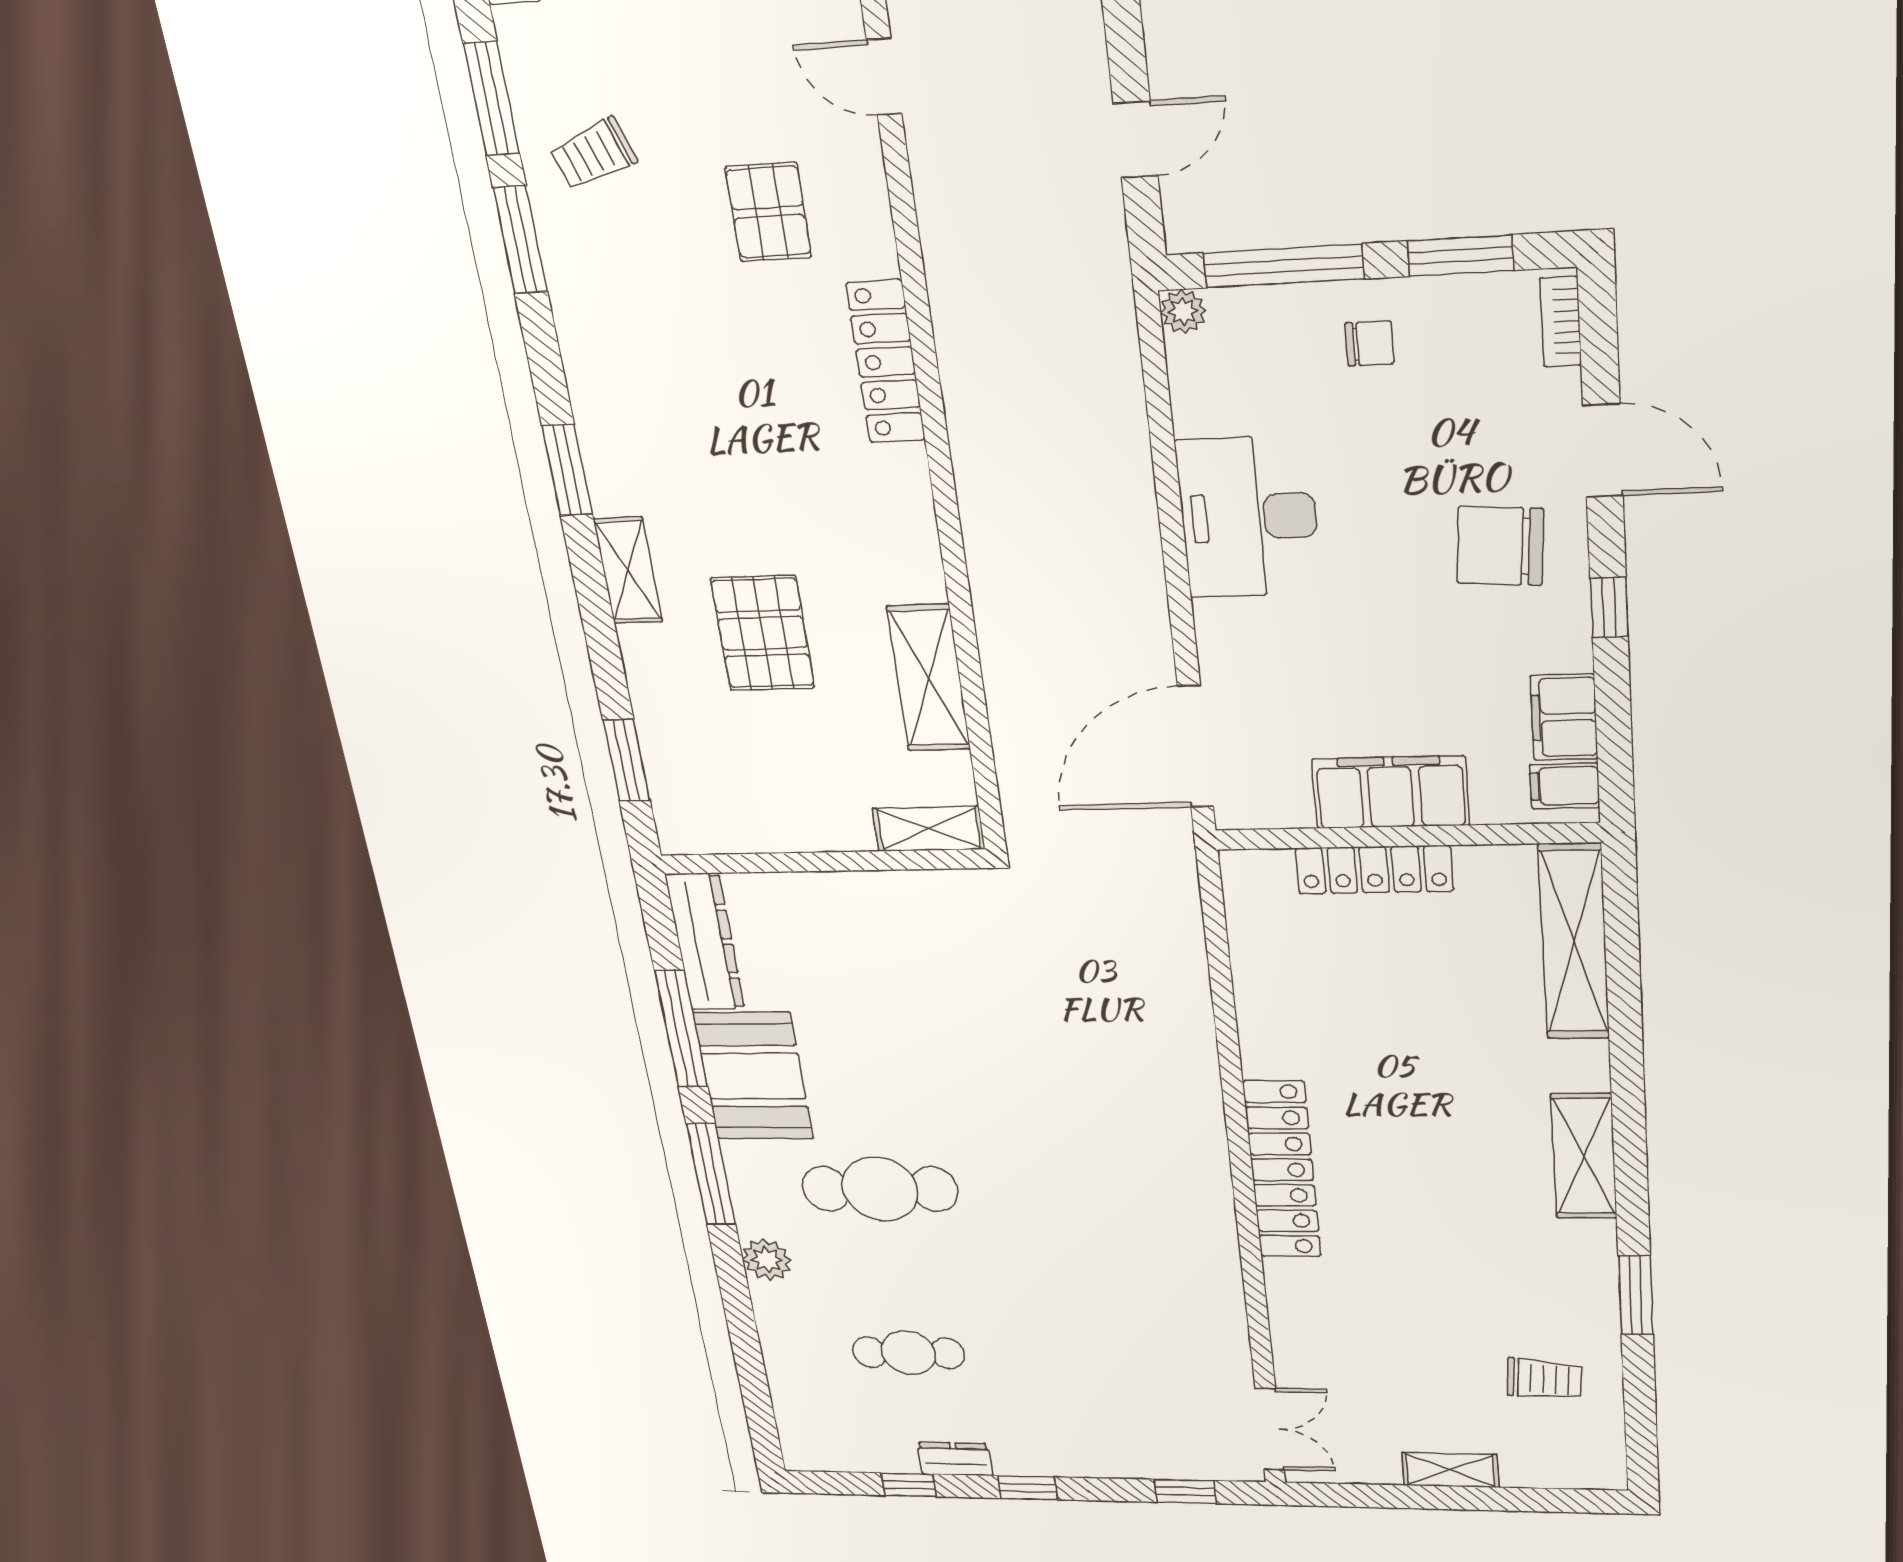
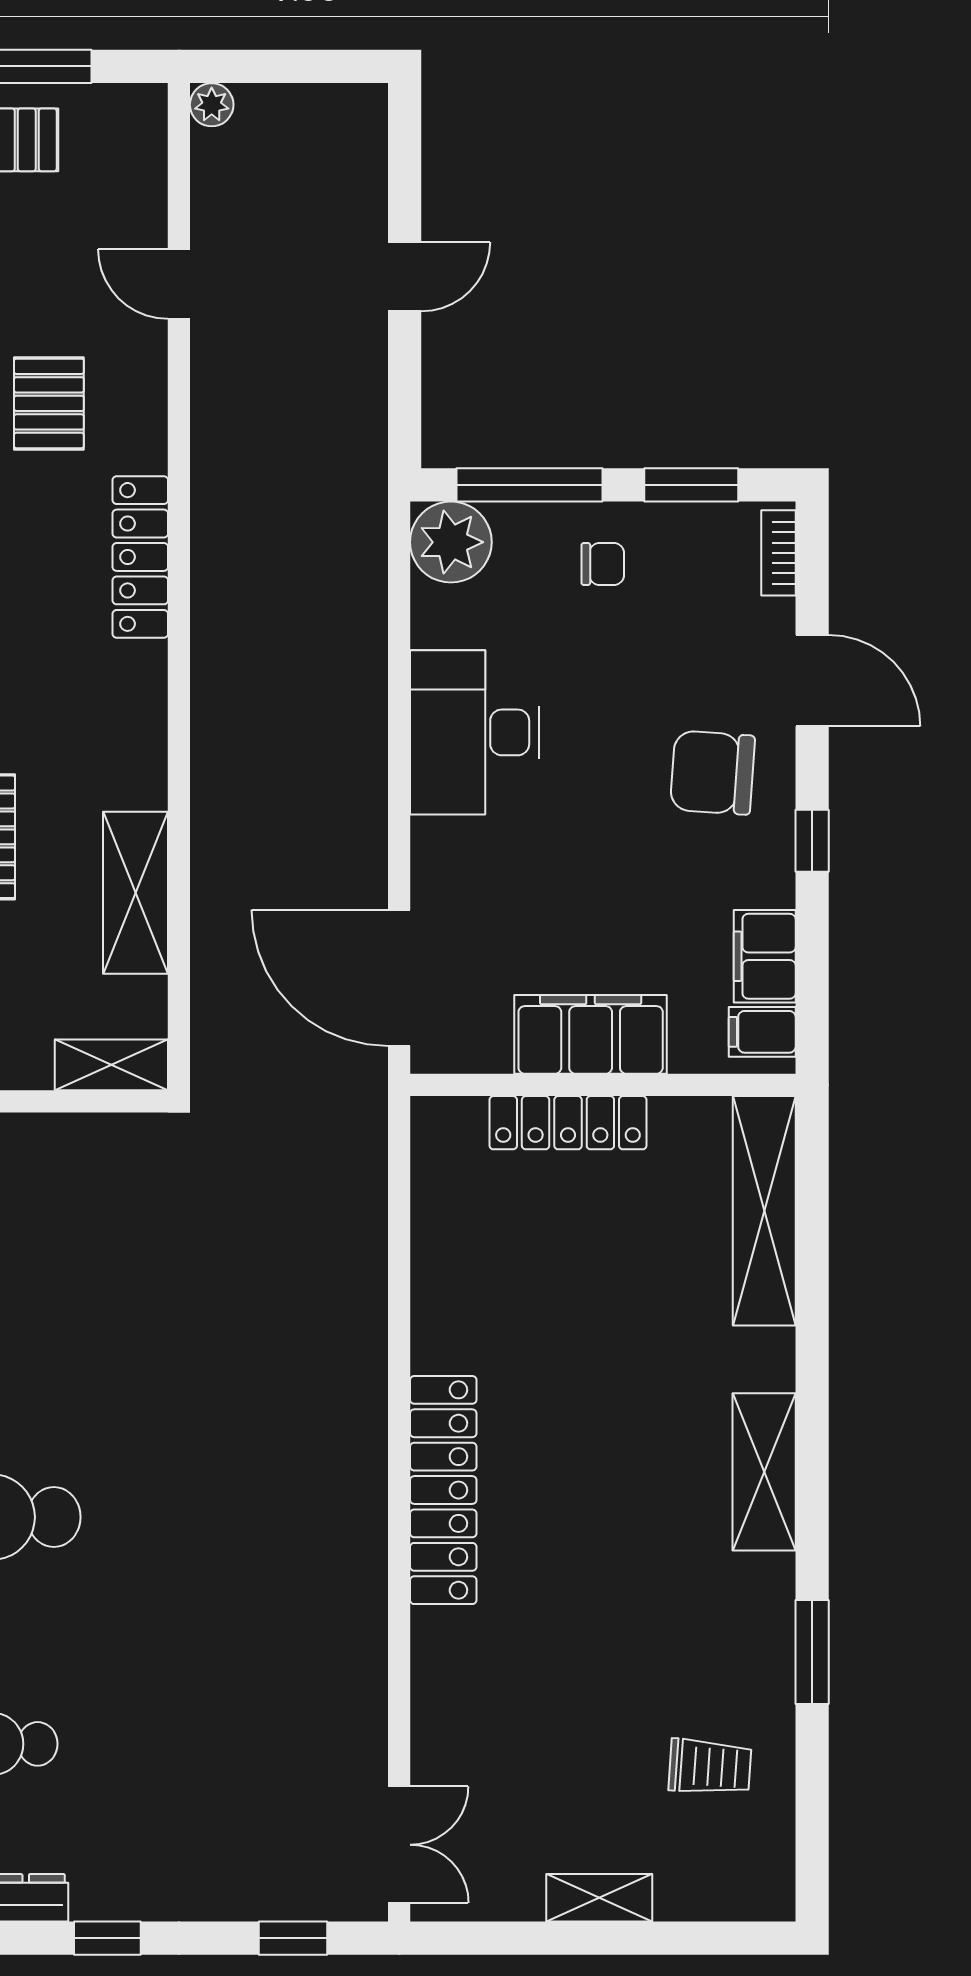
door: (1136, 140) -> (405, 277), moved
plant: (1183, 311) -> (451, 542), width x1.88, depth x1.88
door: (1196, 747) -> (399, 978), hinge flipped

